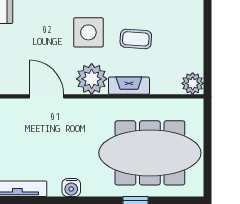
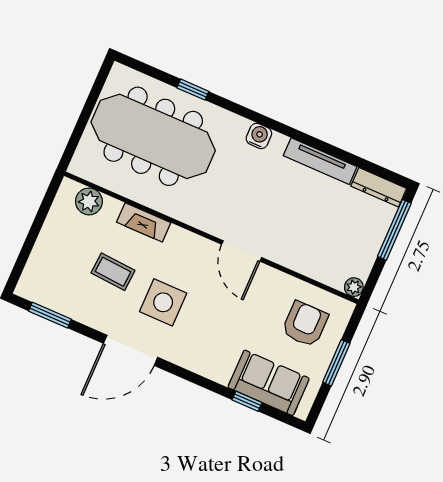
plant: (92, 79) -> (182, 248), removed
plant: (193, 83) -> (89, 201), moved

